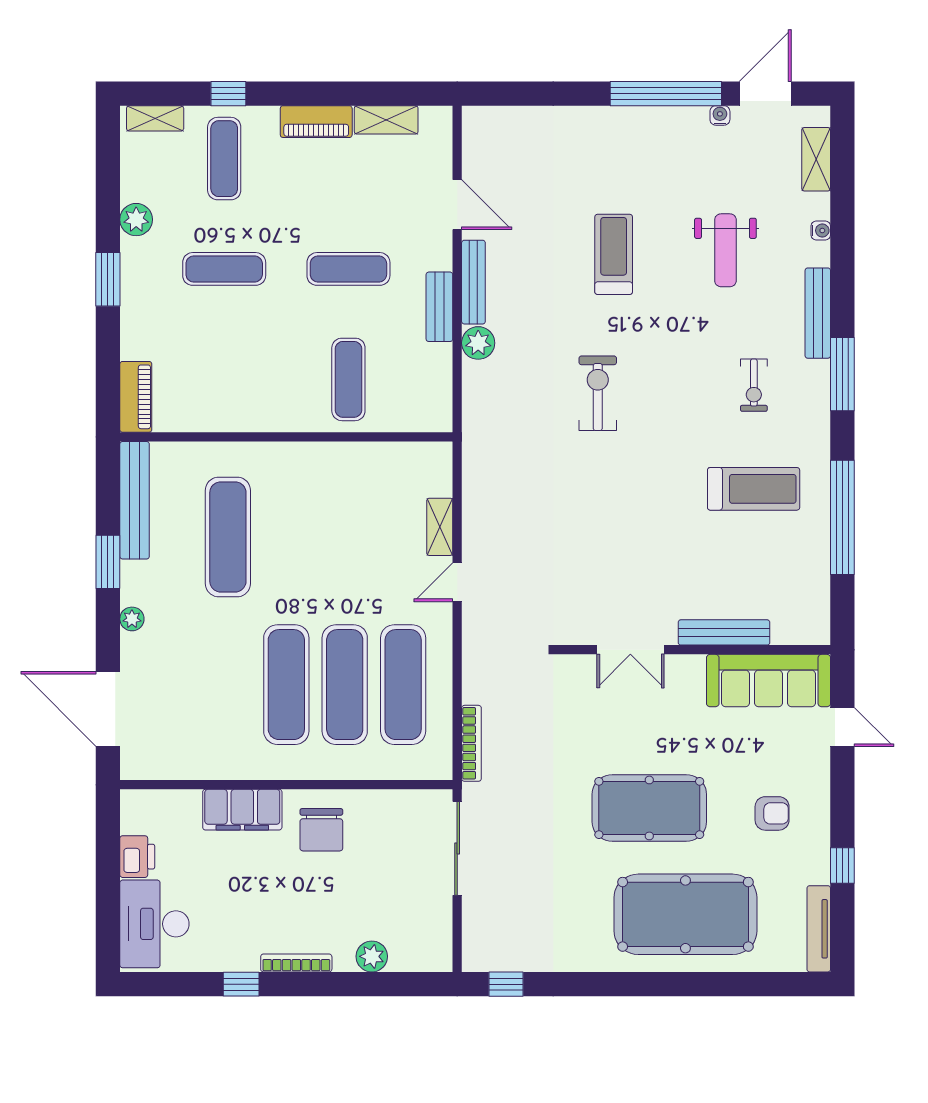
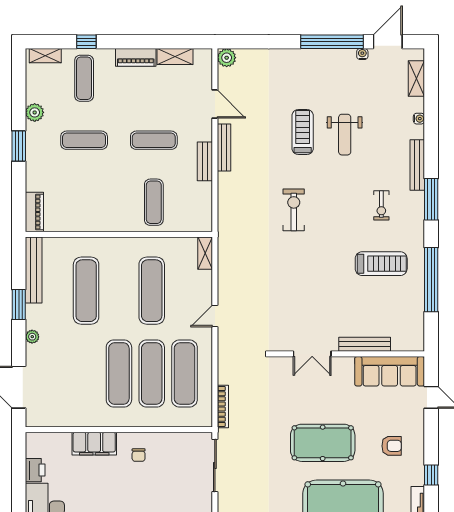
weight bench: (725, 250) -> (345, 135), moved
plant: (478, 343) -> (227, 58), moved
shelving: (440, 527) -> (205, 253), moved
exercise mat: (345, 537) -> (152, 291), added
chair: (321, 830) -> (139, 455), width x0.54, depth x0.54

